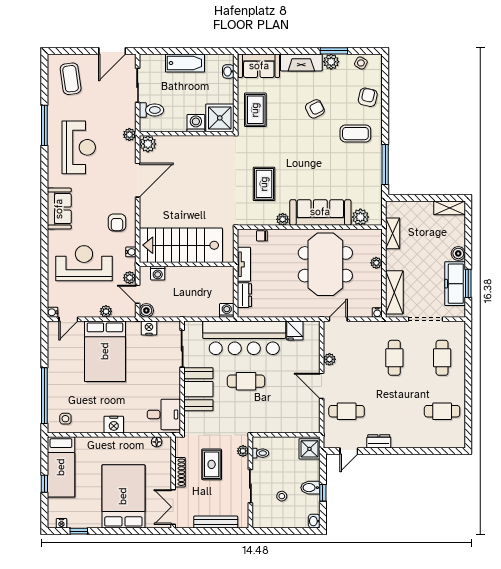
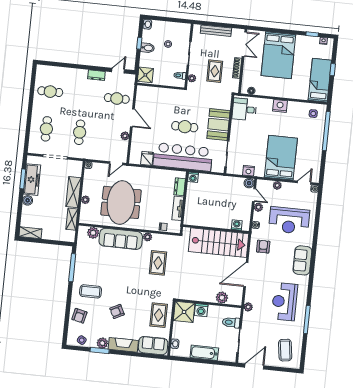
plant: (148, 144) -> (222, 298), moved
stairs: (181, 245) -> (219, 243), moved
wall: (187, 264) -> (216, 229), moved
washing machine: (158, 273) -> (237, 225), moved
shelving: (394, 292) -> (73, 192), moved

